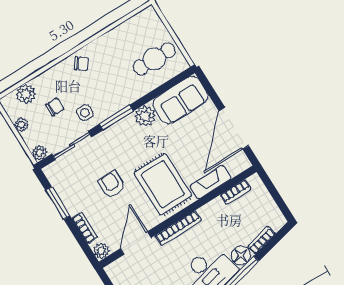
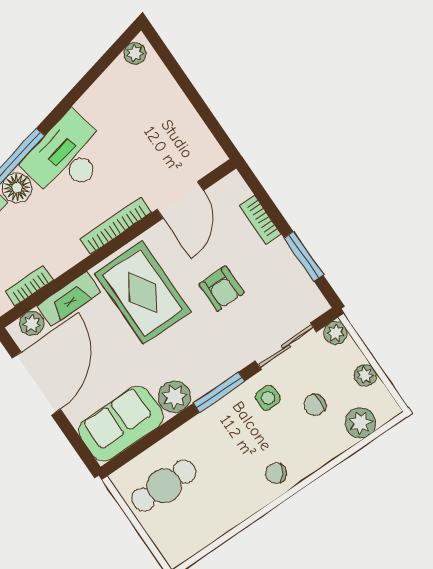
plant: (101, 251) -> (32, 323), moved

